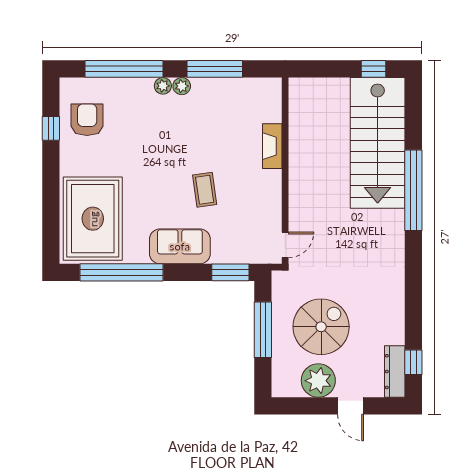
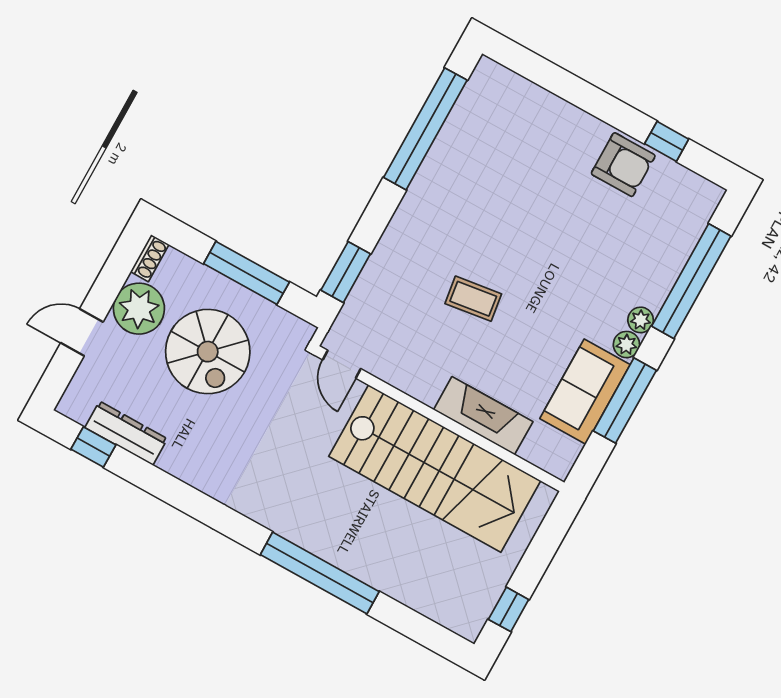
armchair: (87, 120) -> (623, 165), moved
stairs: (378, 143) -> (435, 469), moved, turned 180
fireplace: (272, 146) -> (483, 416), width x1.37, depth x1.32
rug: (93, 219) -> (517, 130), removed
sofa: (180, 246) -> (585, 392), moved, turned 180
dresser: (395, 372) -> (126, 433), moved
shoe rack: (285, 391) -> (150, 258), added

